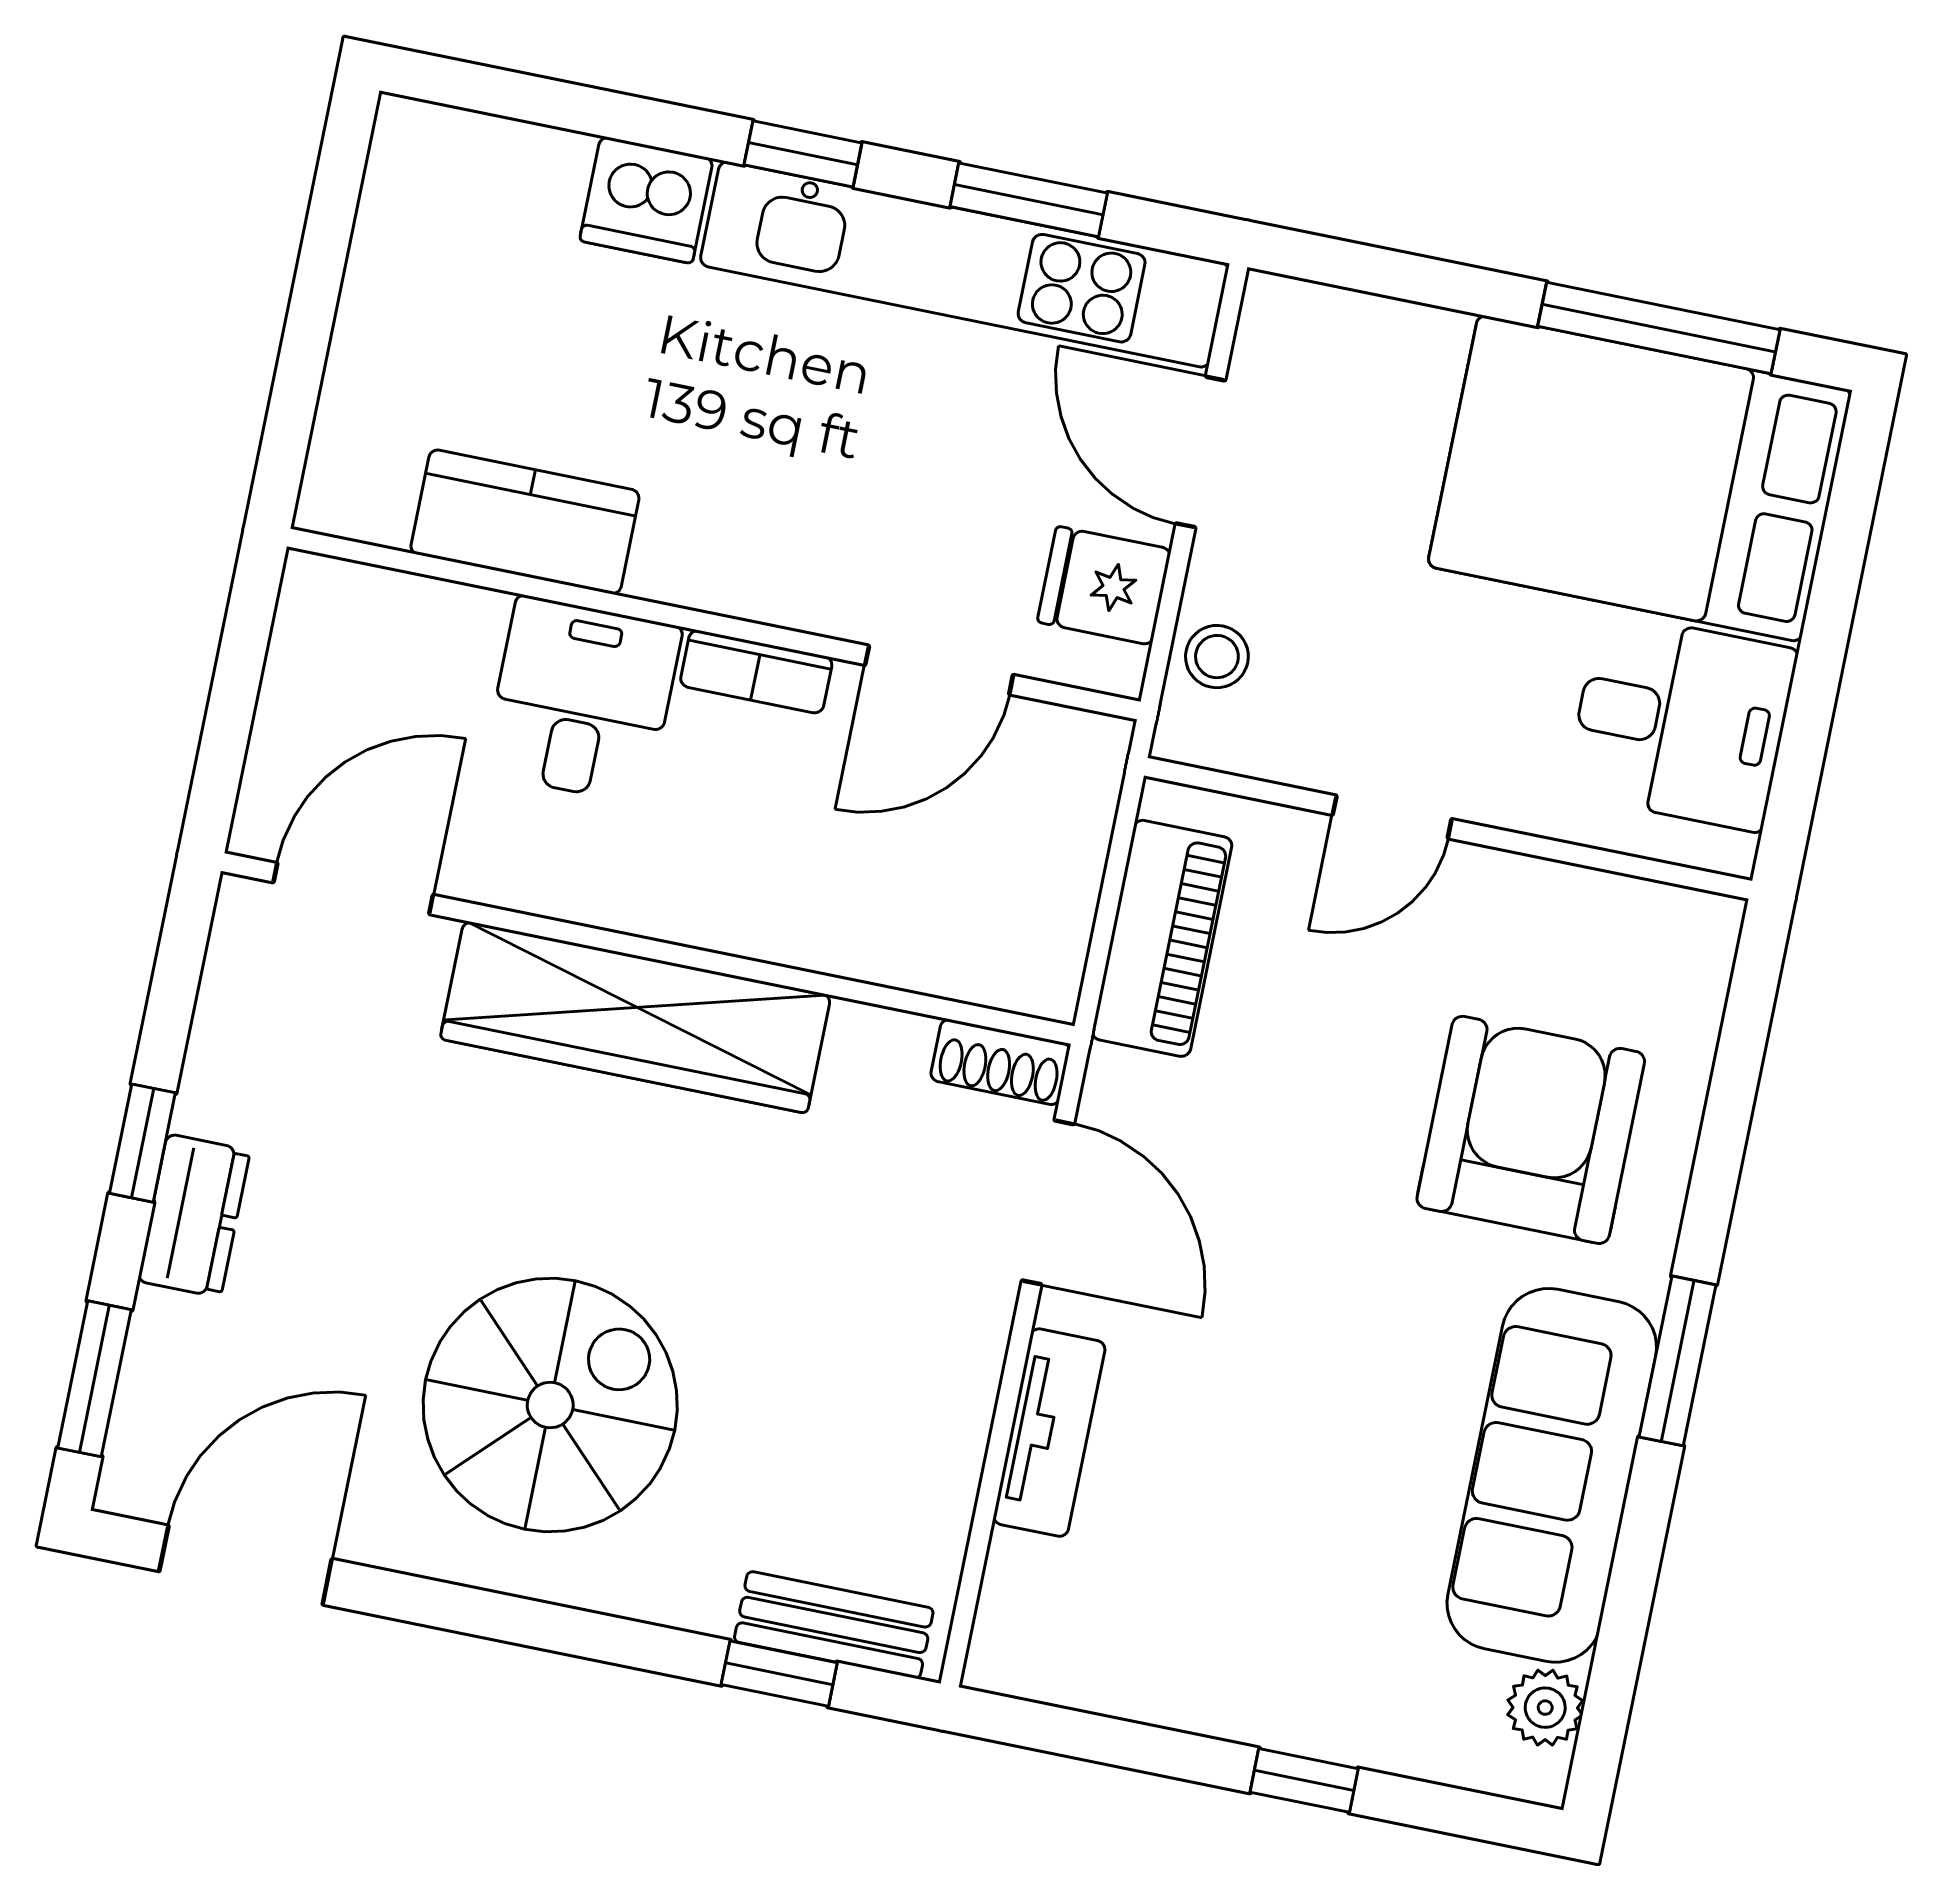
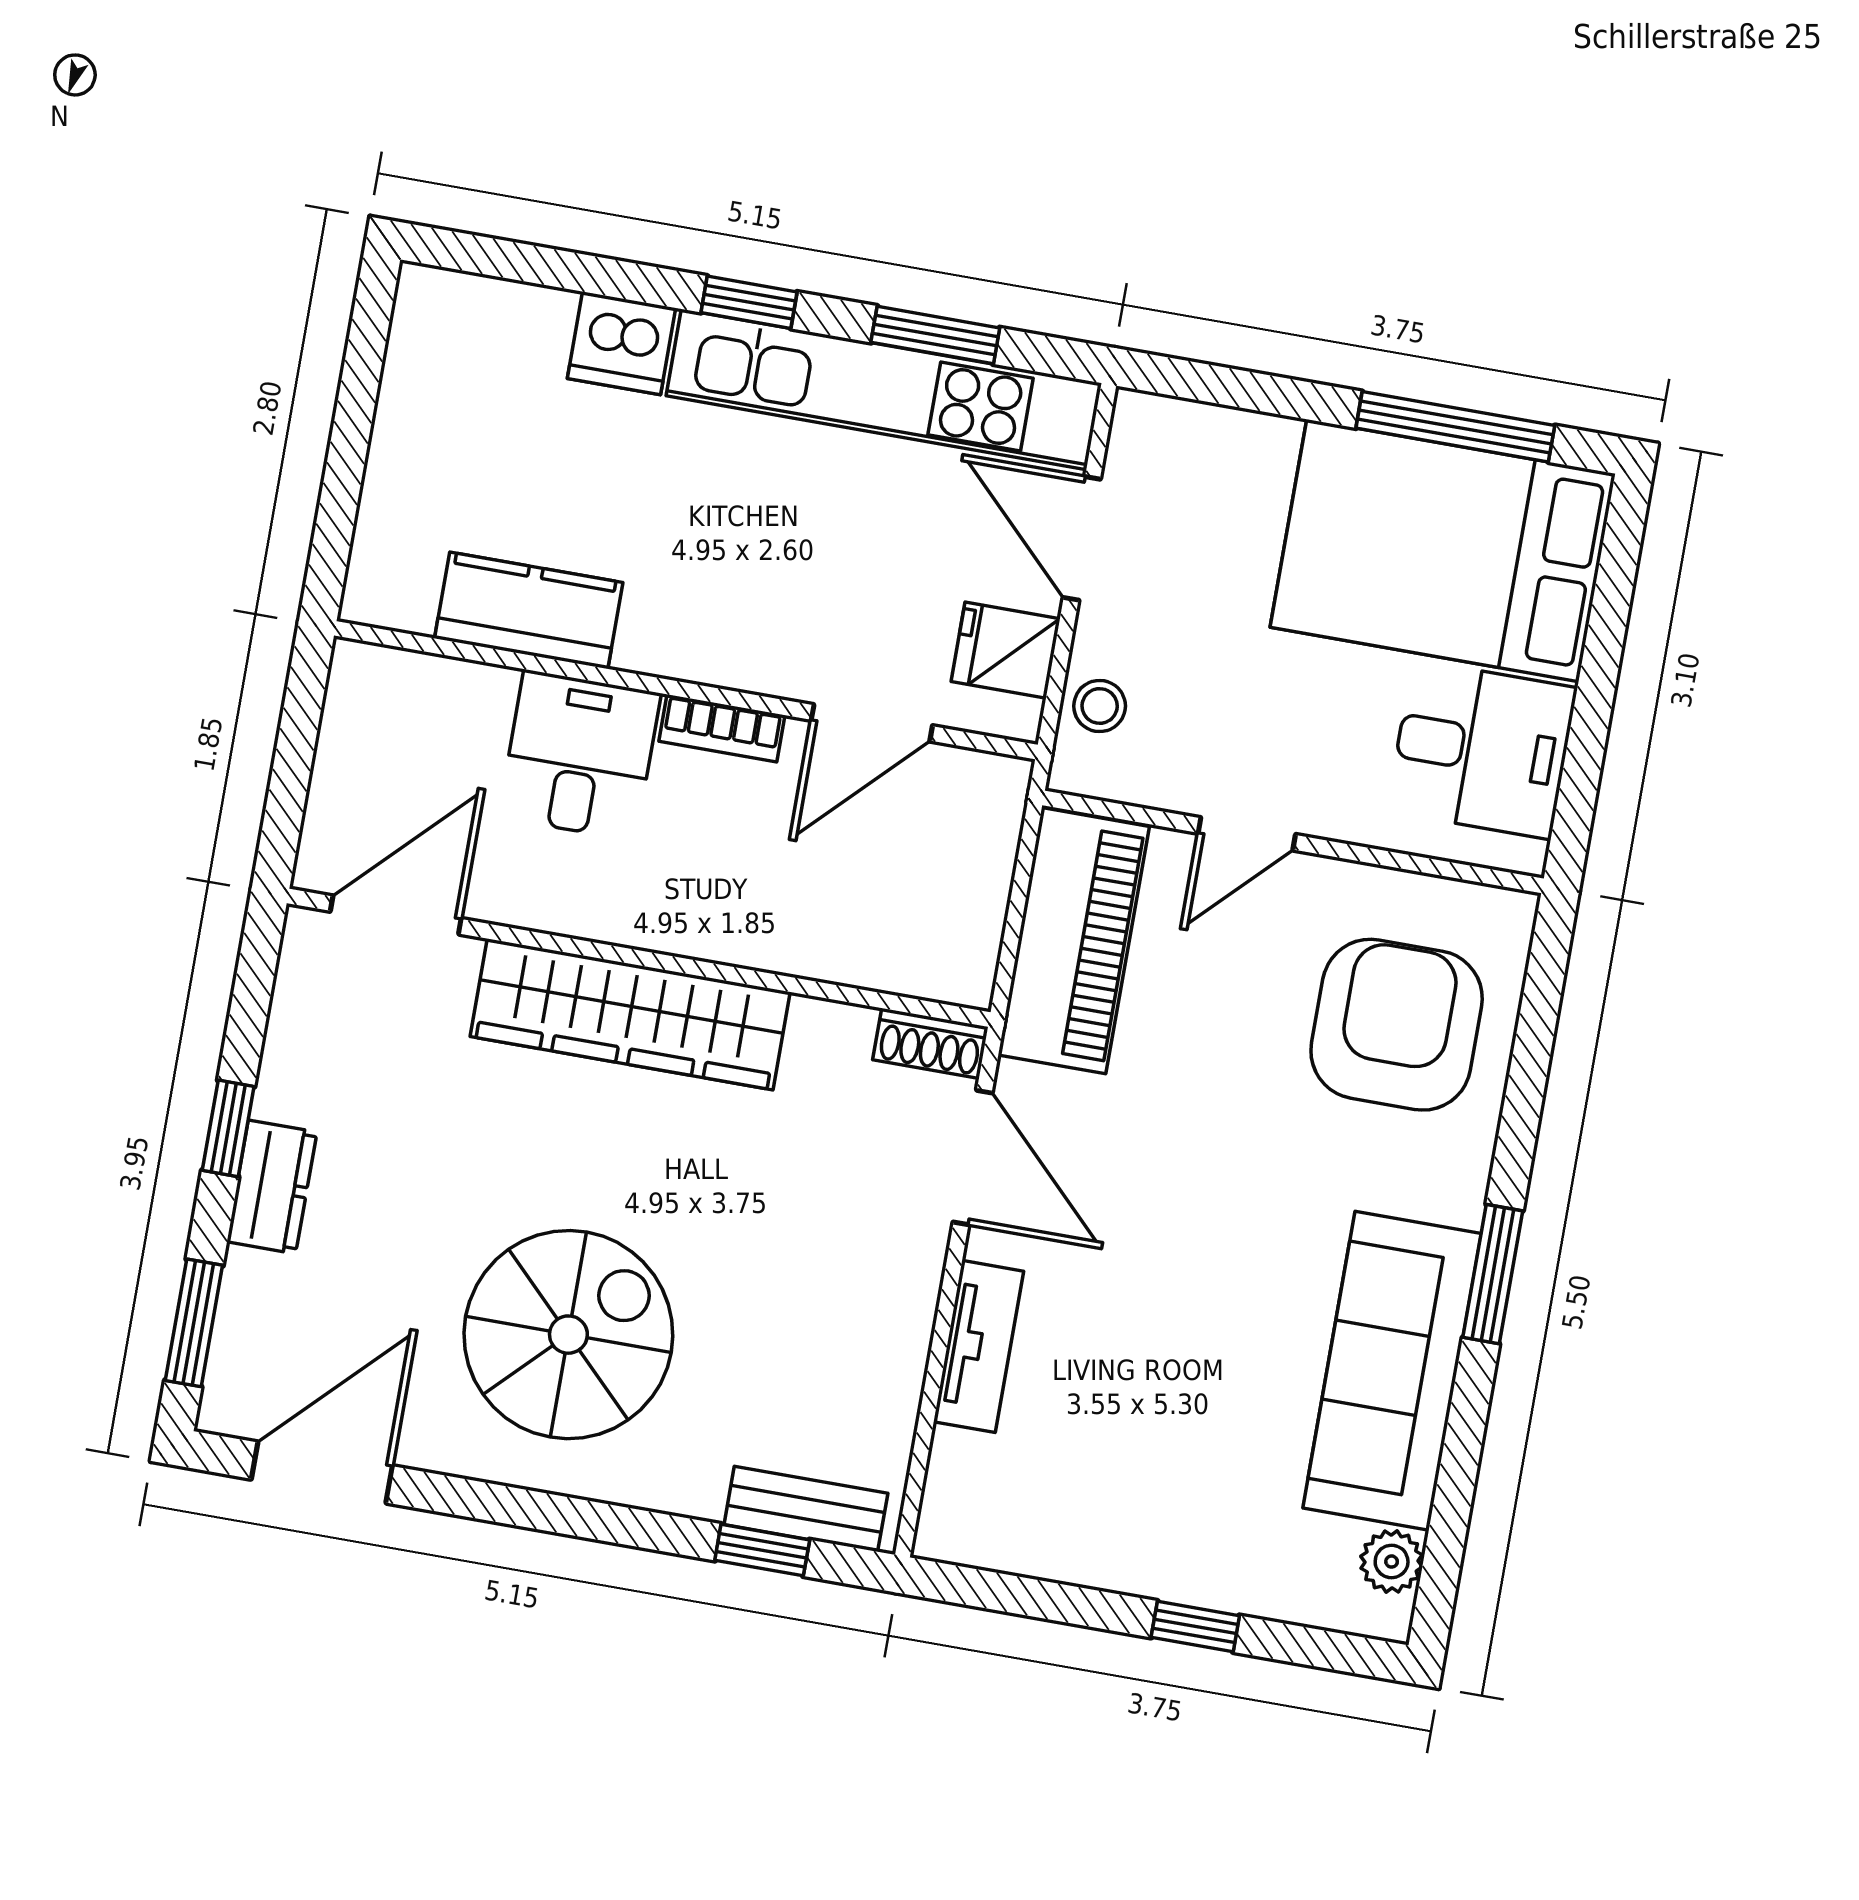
piano: (1162, 938) -> (1074, 941), width x1.37, depth x1.33
armchair: (1531, 1130) -> (1397, 1025), moved

